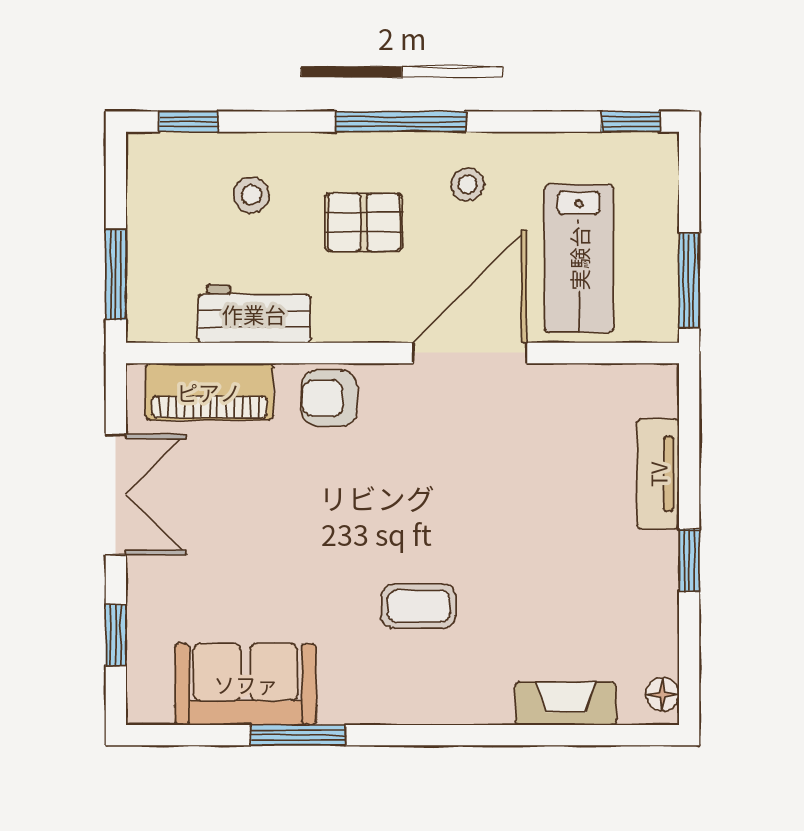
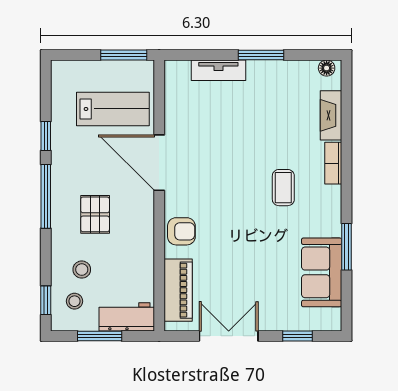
window: (631, 122) -> (46, 136), moved
stool: (468, 184) -> (74, 301), moved
window: (116, 275) -> (100, 336), moved
workbench: (254, 314) -> (127, 317), moved, turned 90
armchair: (329, 398) -> (181, 231), turned -90
window: (689, 560) -> (261, 55), width x1.50
bookcase: (468, 708) -> (333, 163), added

